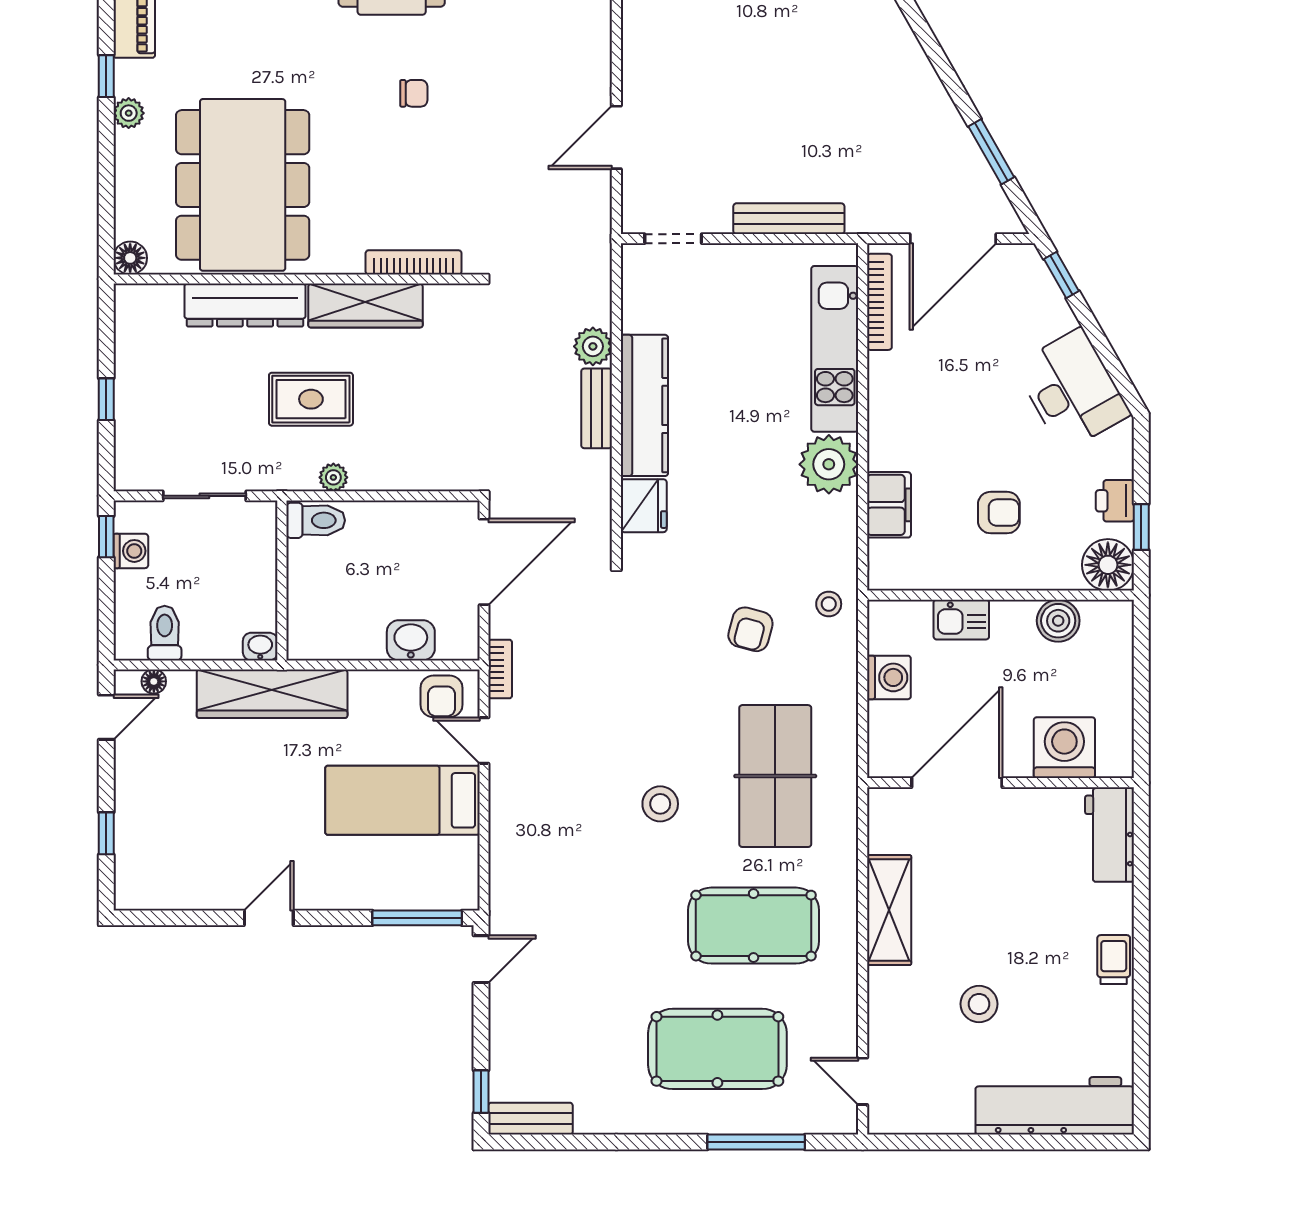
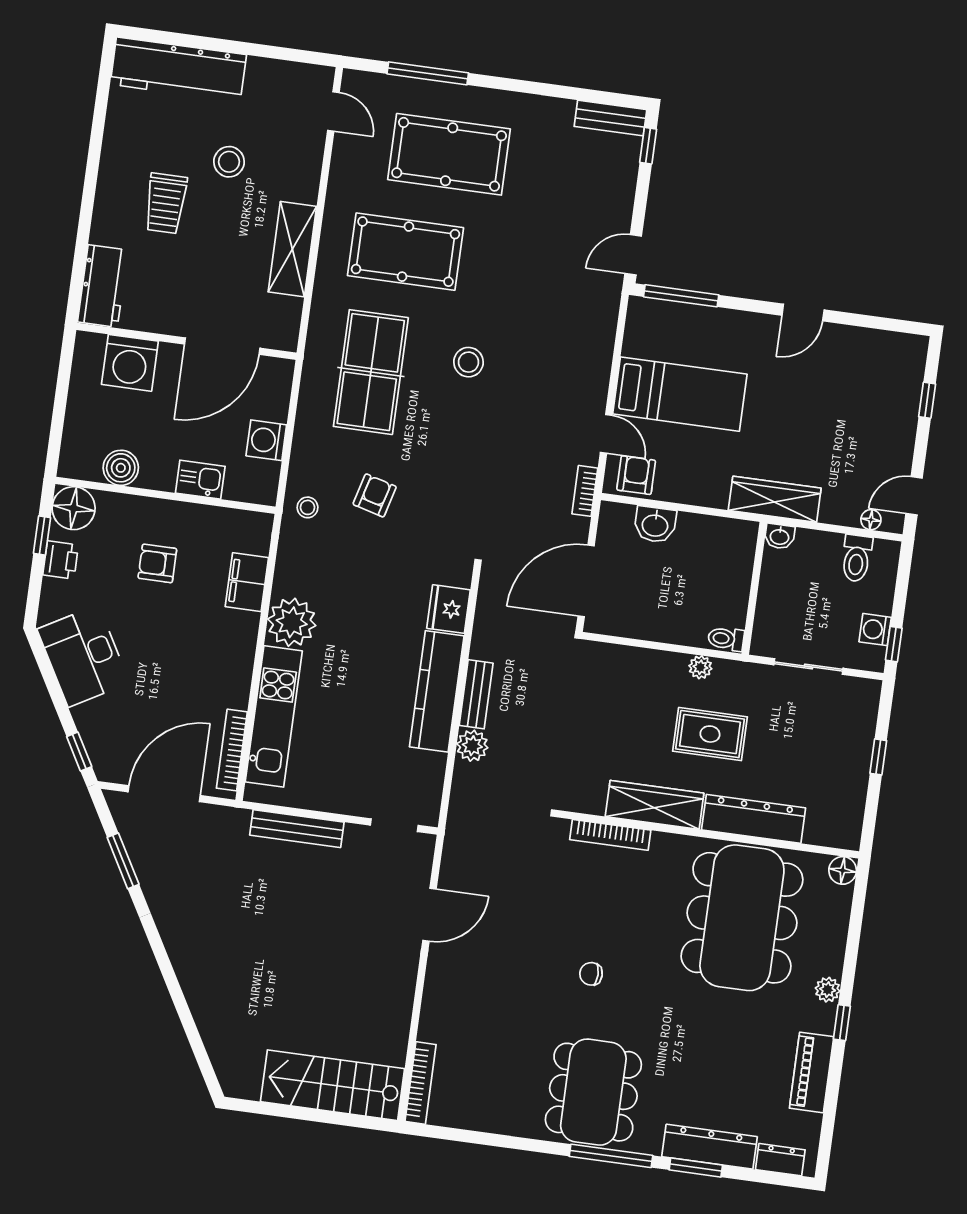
toilet: (316, 520) -> (726, 639), width x0.73, depth x0.72
wardrobe: (272, 694) -> (775, 499), width x0.71, depth x0.85
trolley: (1114, 960) -> (166, 203), moved, width x1.36, depth x1.39

